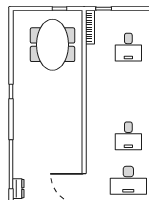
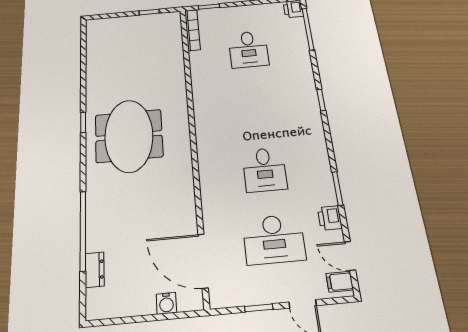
meeting table: (52, 45) -> (129, 136), moved

